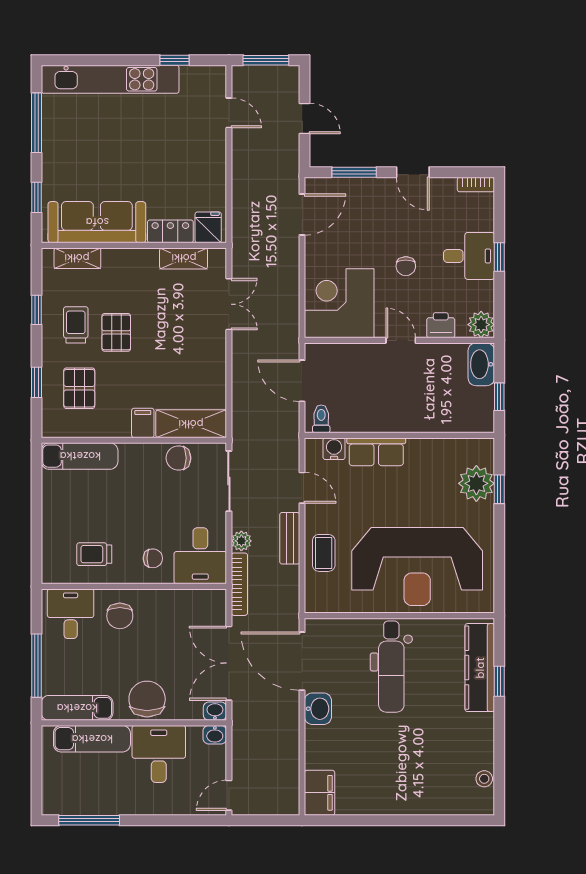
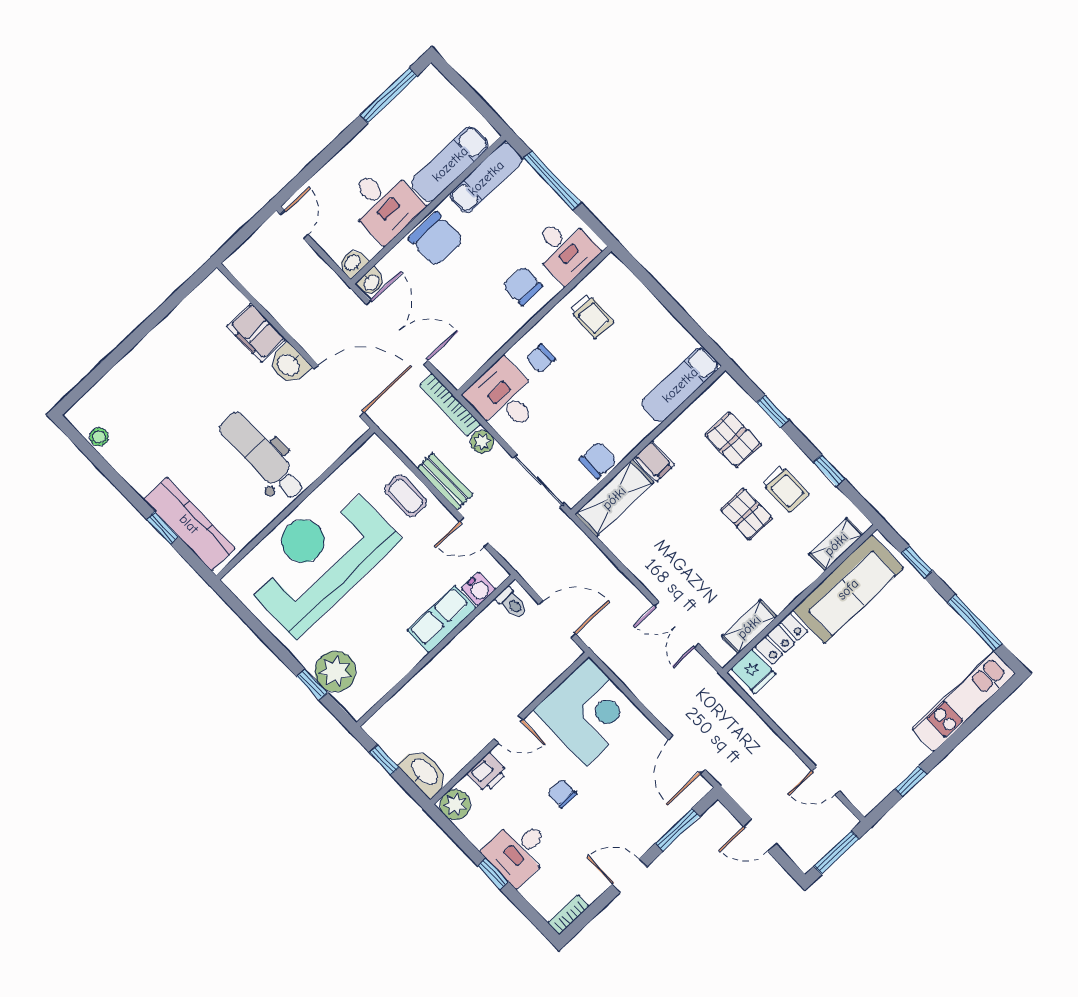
kitchen unit: (110, 79) -> (964, 701), width x0.73
trolley: (94, 554) -> (592, 316), turned 92
filing cabinet: (320, 793) -> (256, 333), moved

